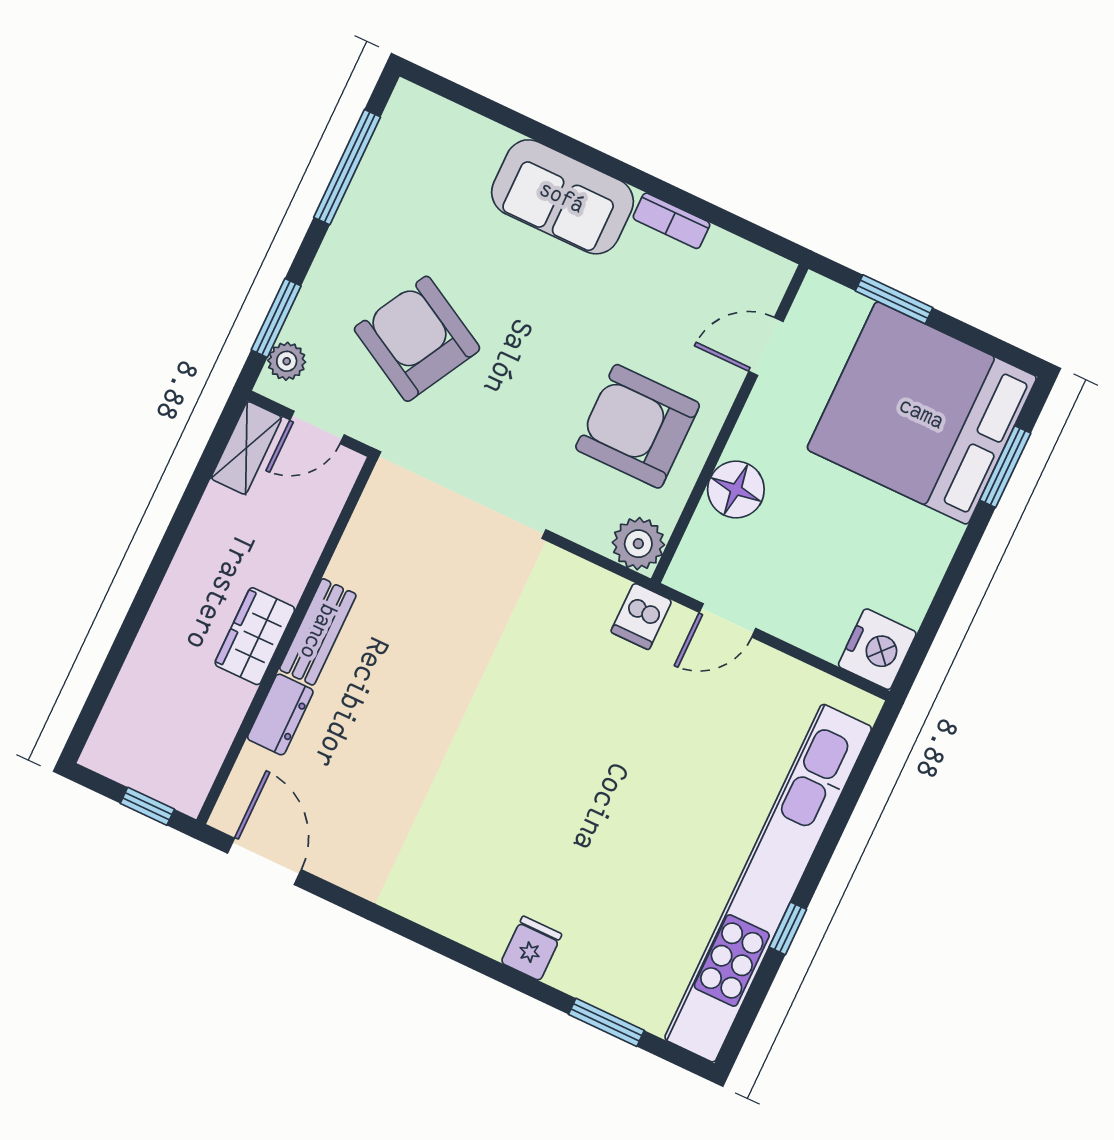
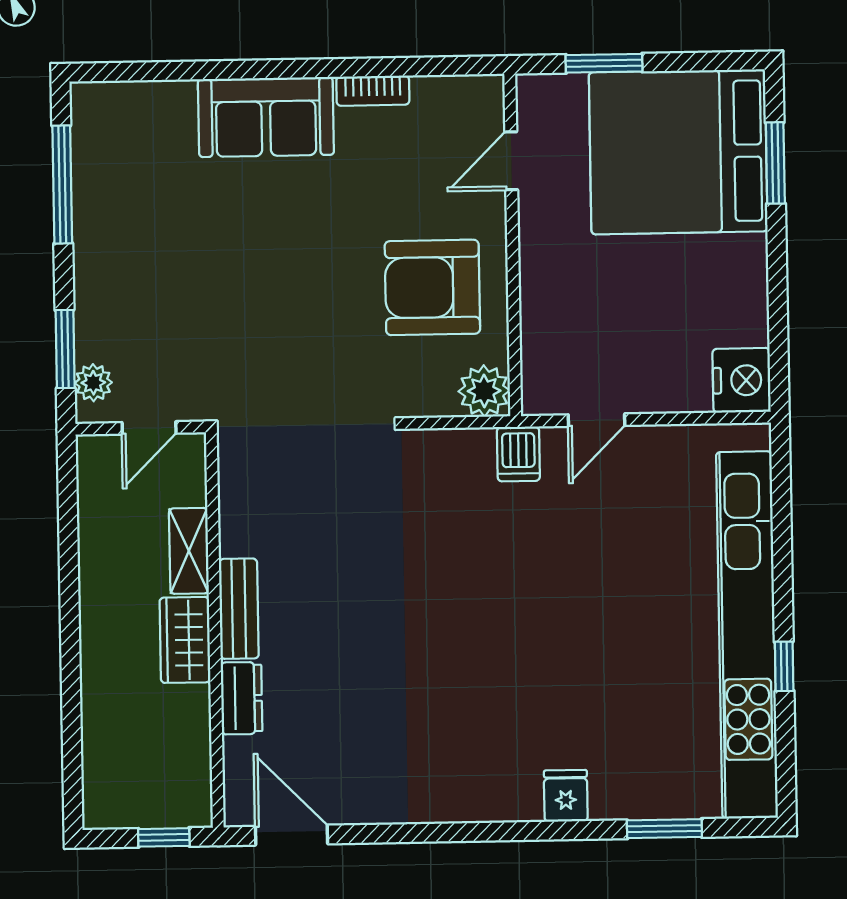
armchair: (417, 339) -> (199, 306), removed
shelving: (246, 448) -> (189, 551), moved
floor lamp: (736, 490) -> (547, 301), removed

